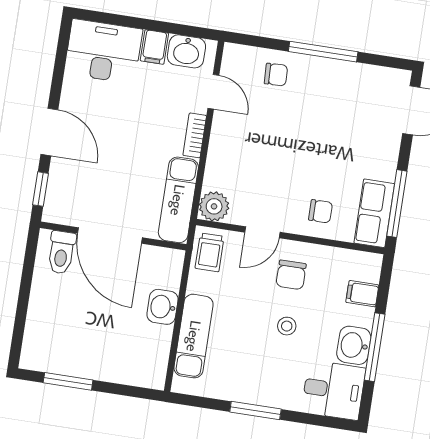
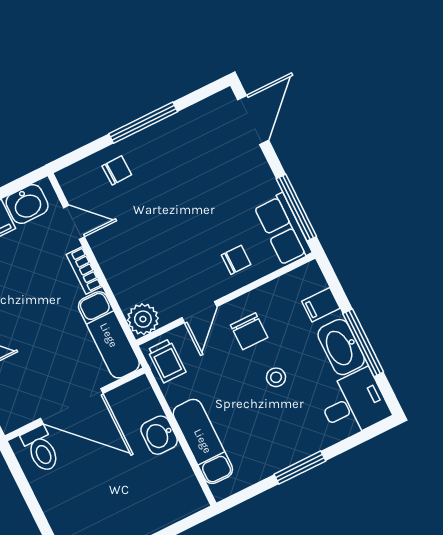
washbasin: (354, 345) -> (341, 347), width x1.38

